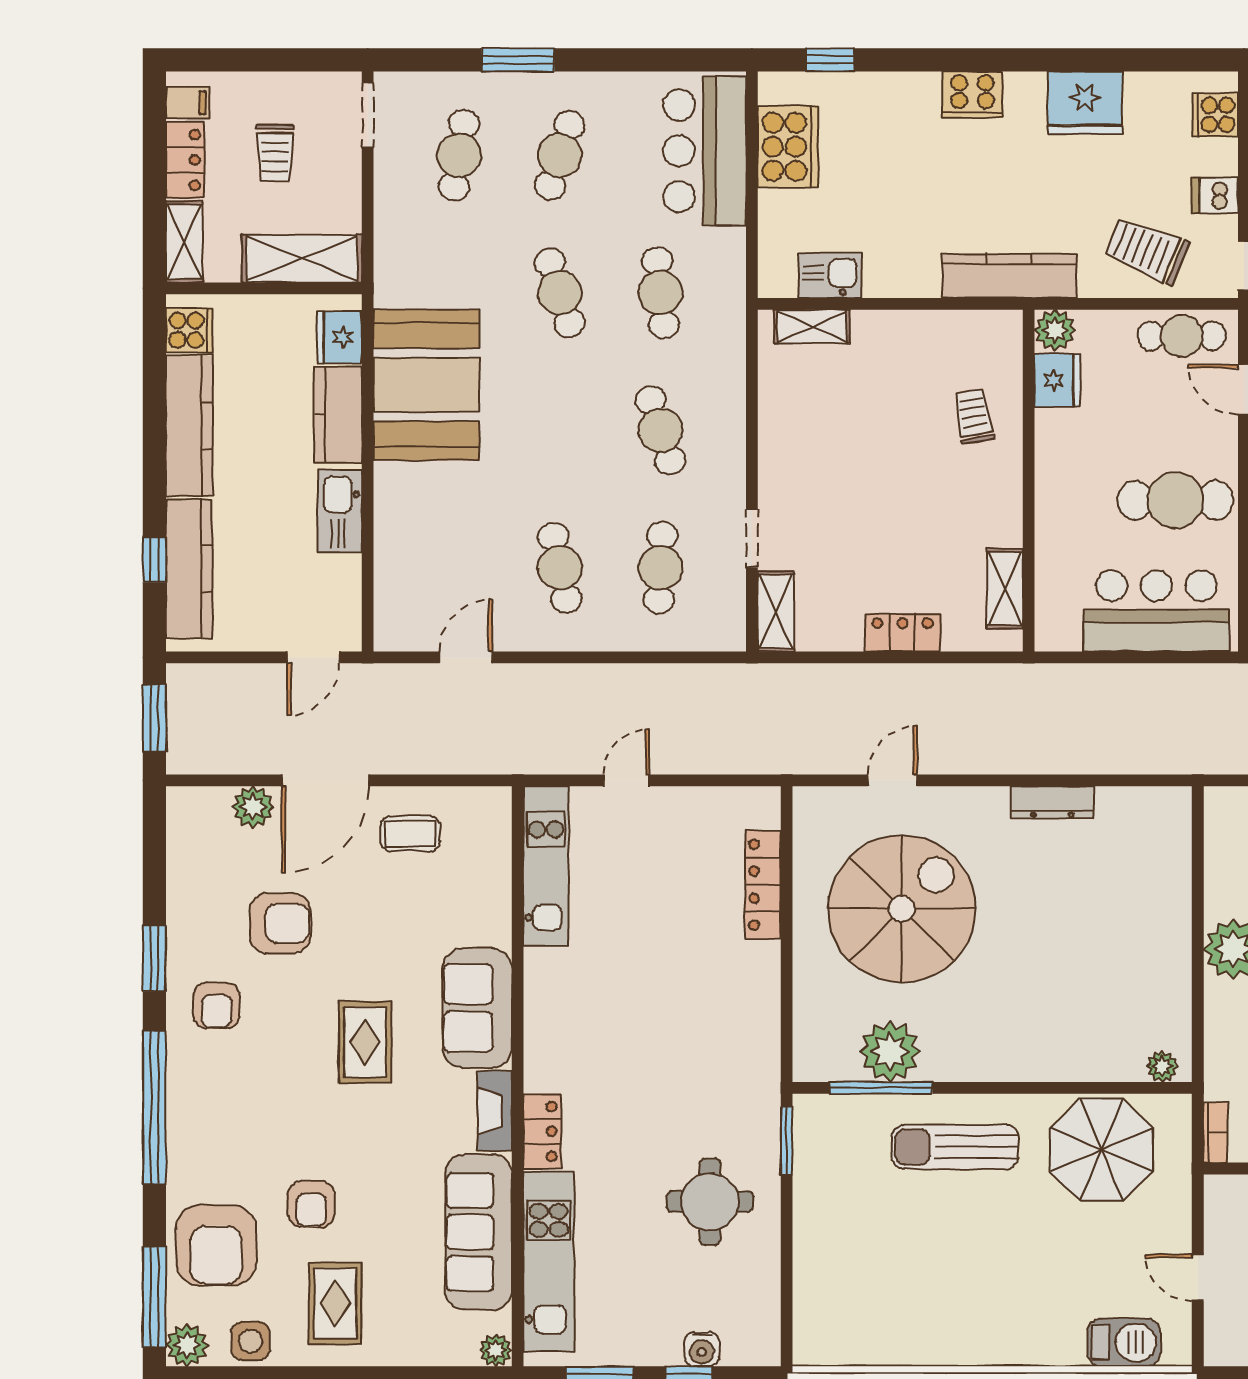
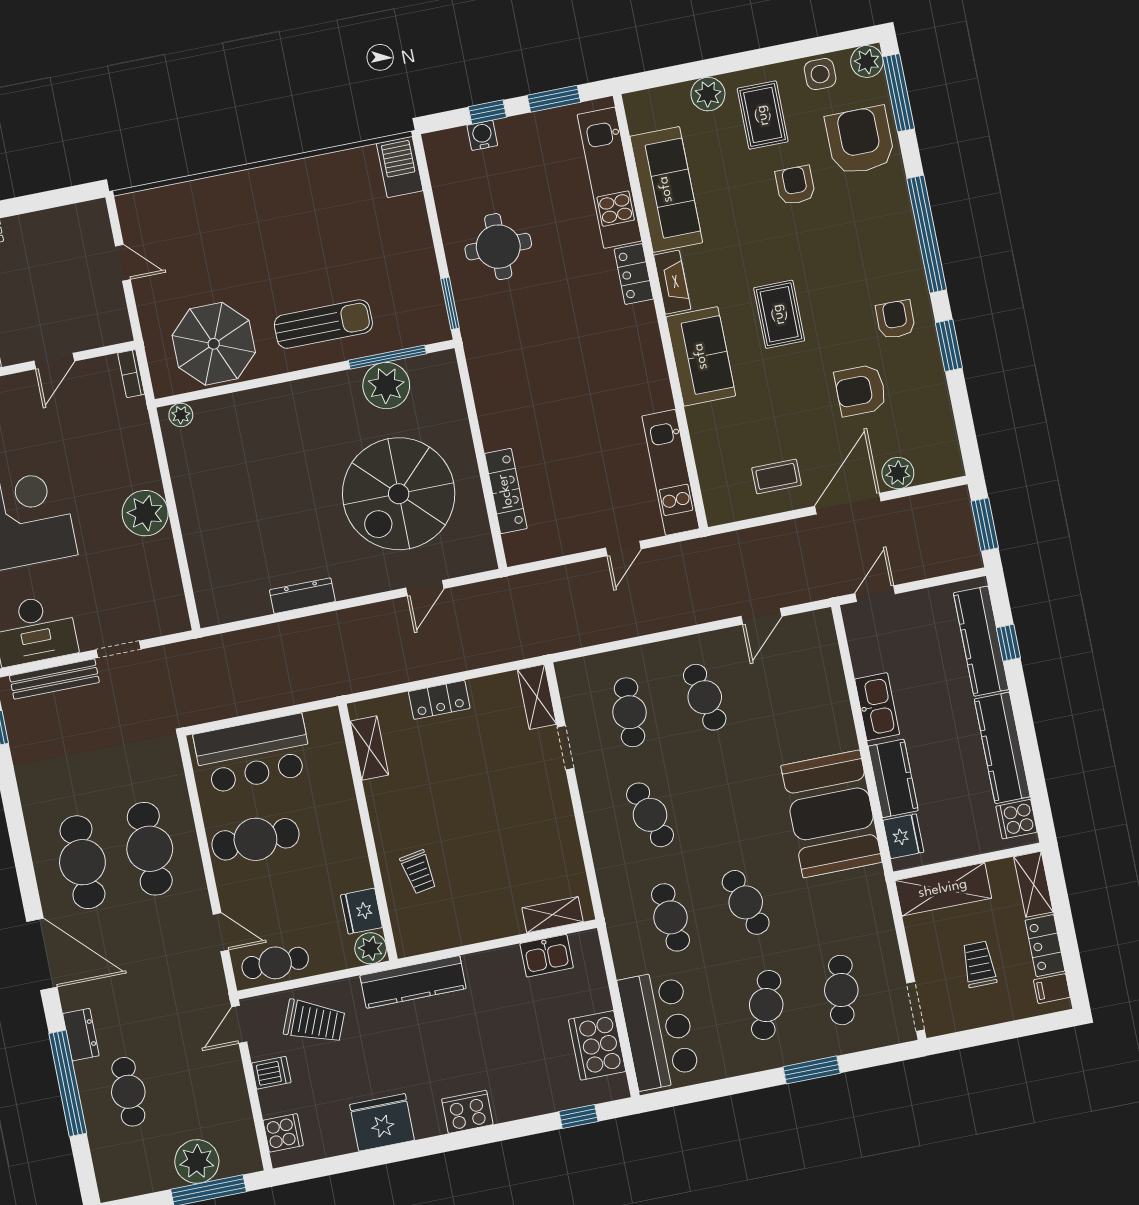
barbecue: (1124, 1342) -> (400, 167), moved, turned 90
plant: (496, 1350) -> (708, 94), moved, width x1.38, depth x1.38

